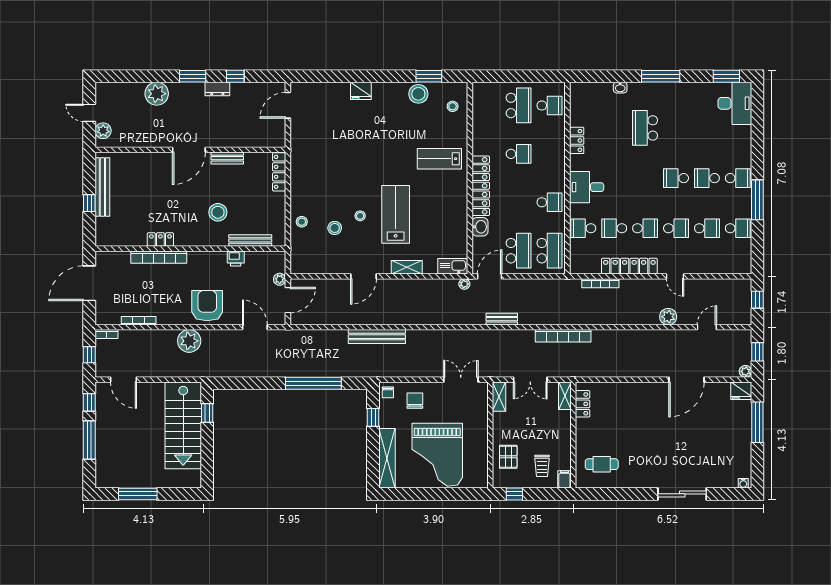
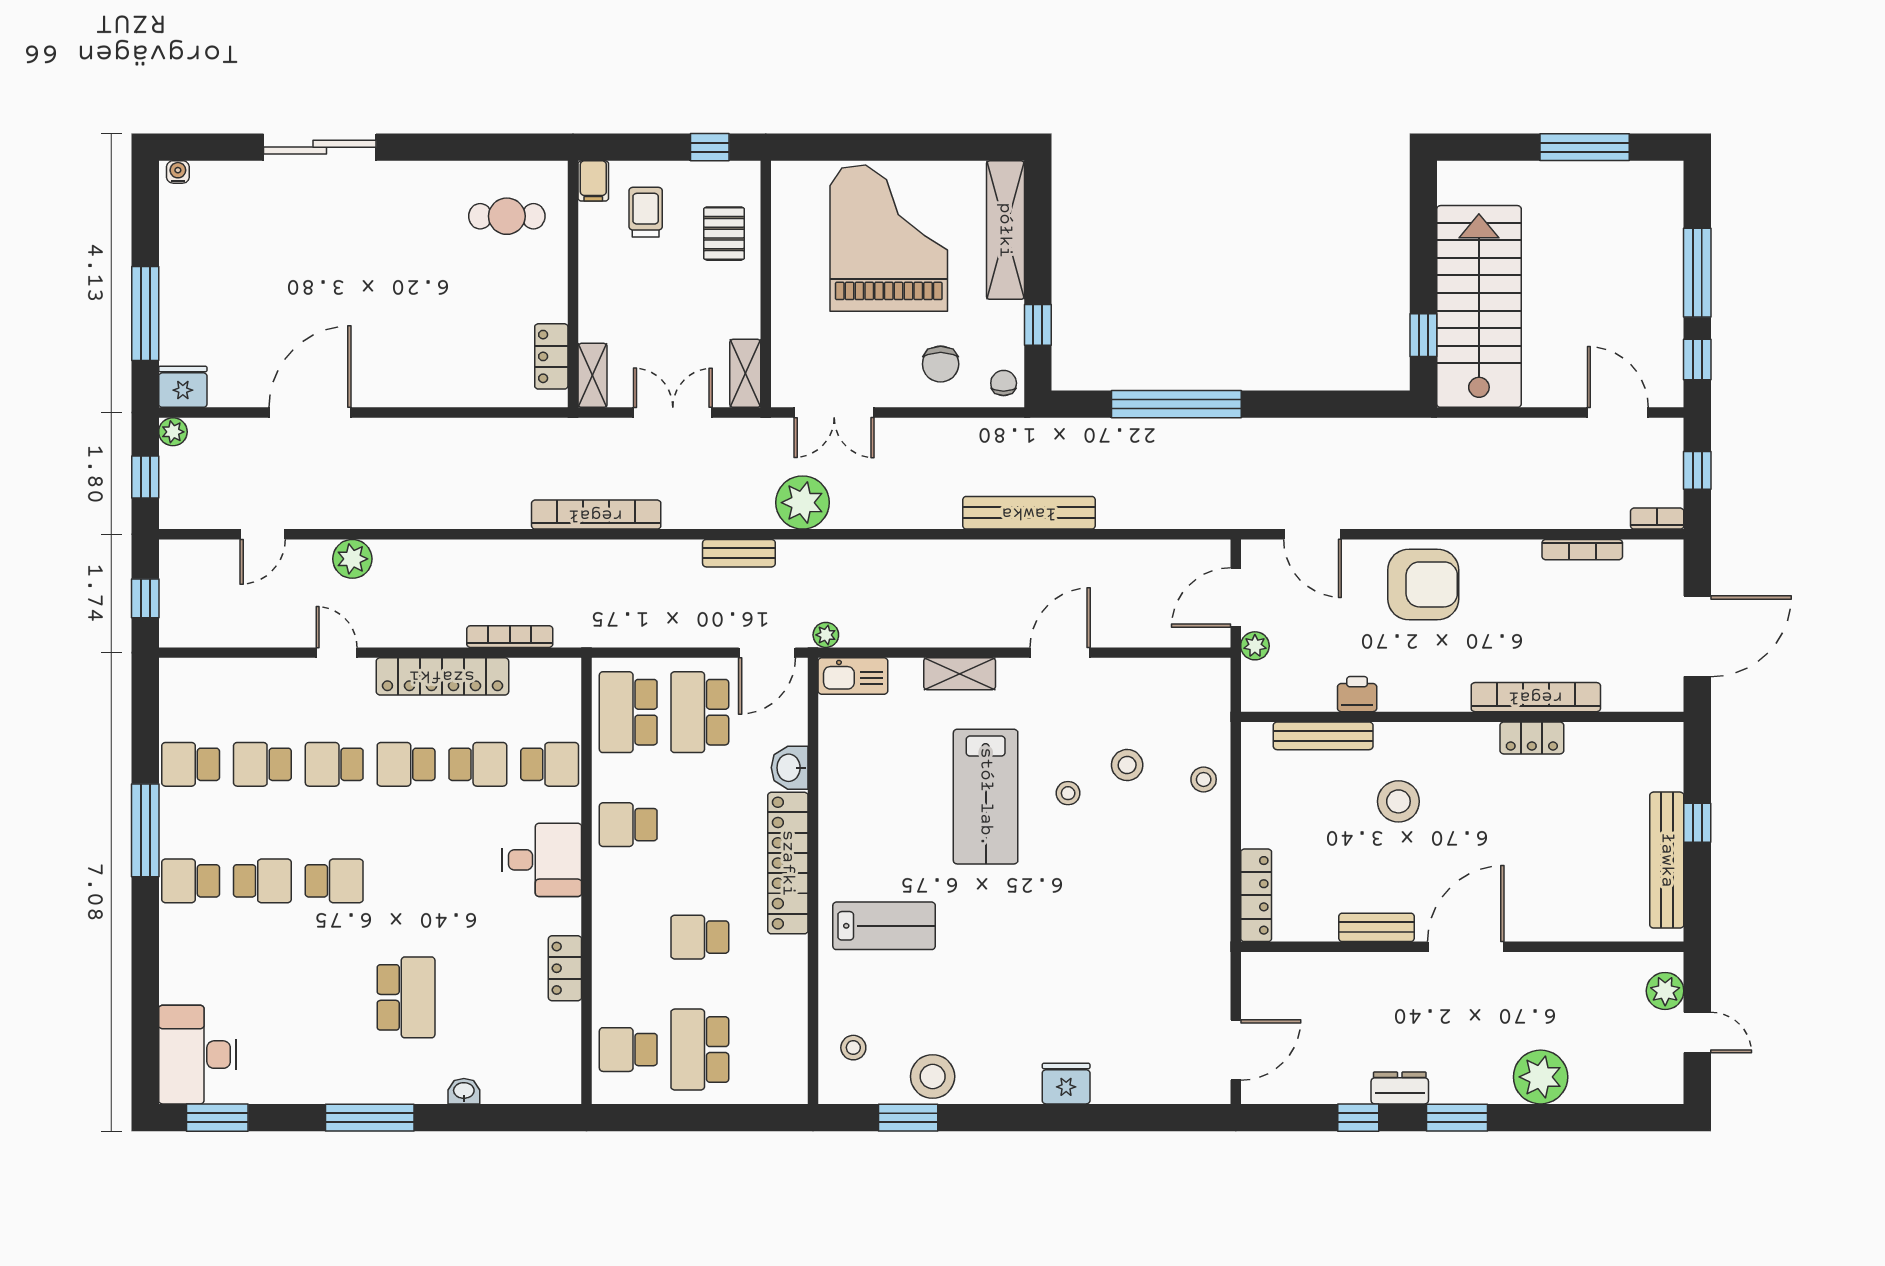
armchair: (207, 306) -> (1423, 584), turned -90
plant: (189, 341) -> (803, 503), moved

